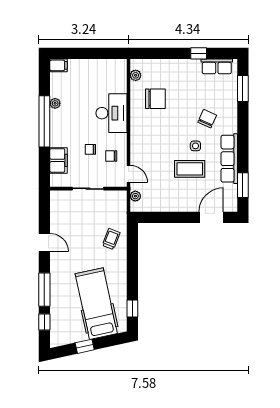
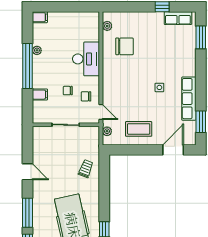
chair: (207, 119) -> (170, 64), removed
filing cabinet: (59, 160) -> (40, 95), width x0.50
coffee table: (190, 169) -> (139, 129), moved

